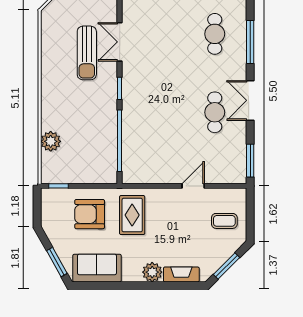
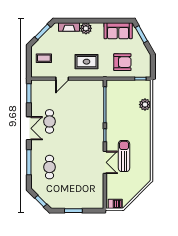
rug: (132, 215) -> (87, 62), moved, turned 90

